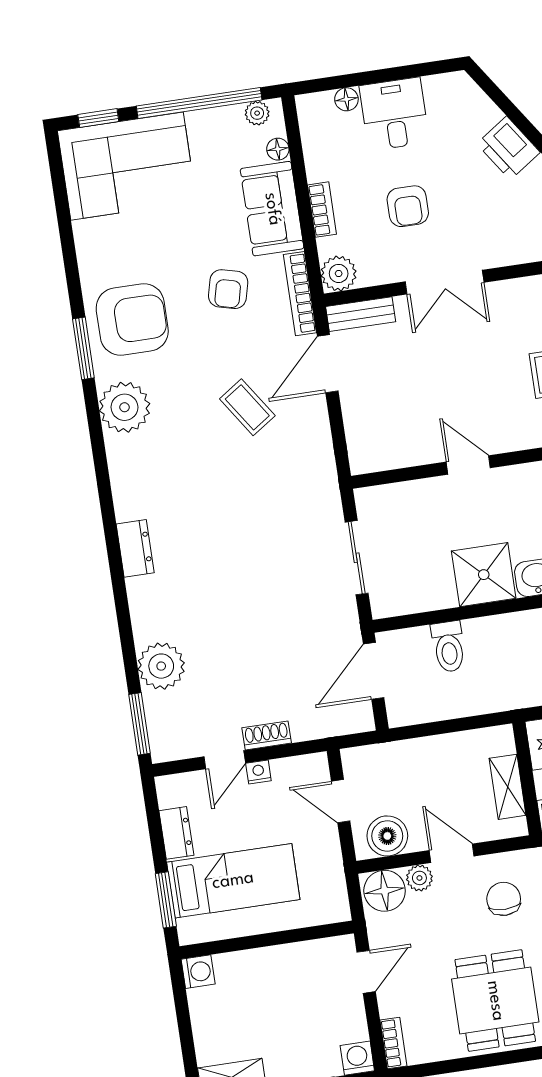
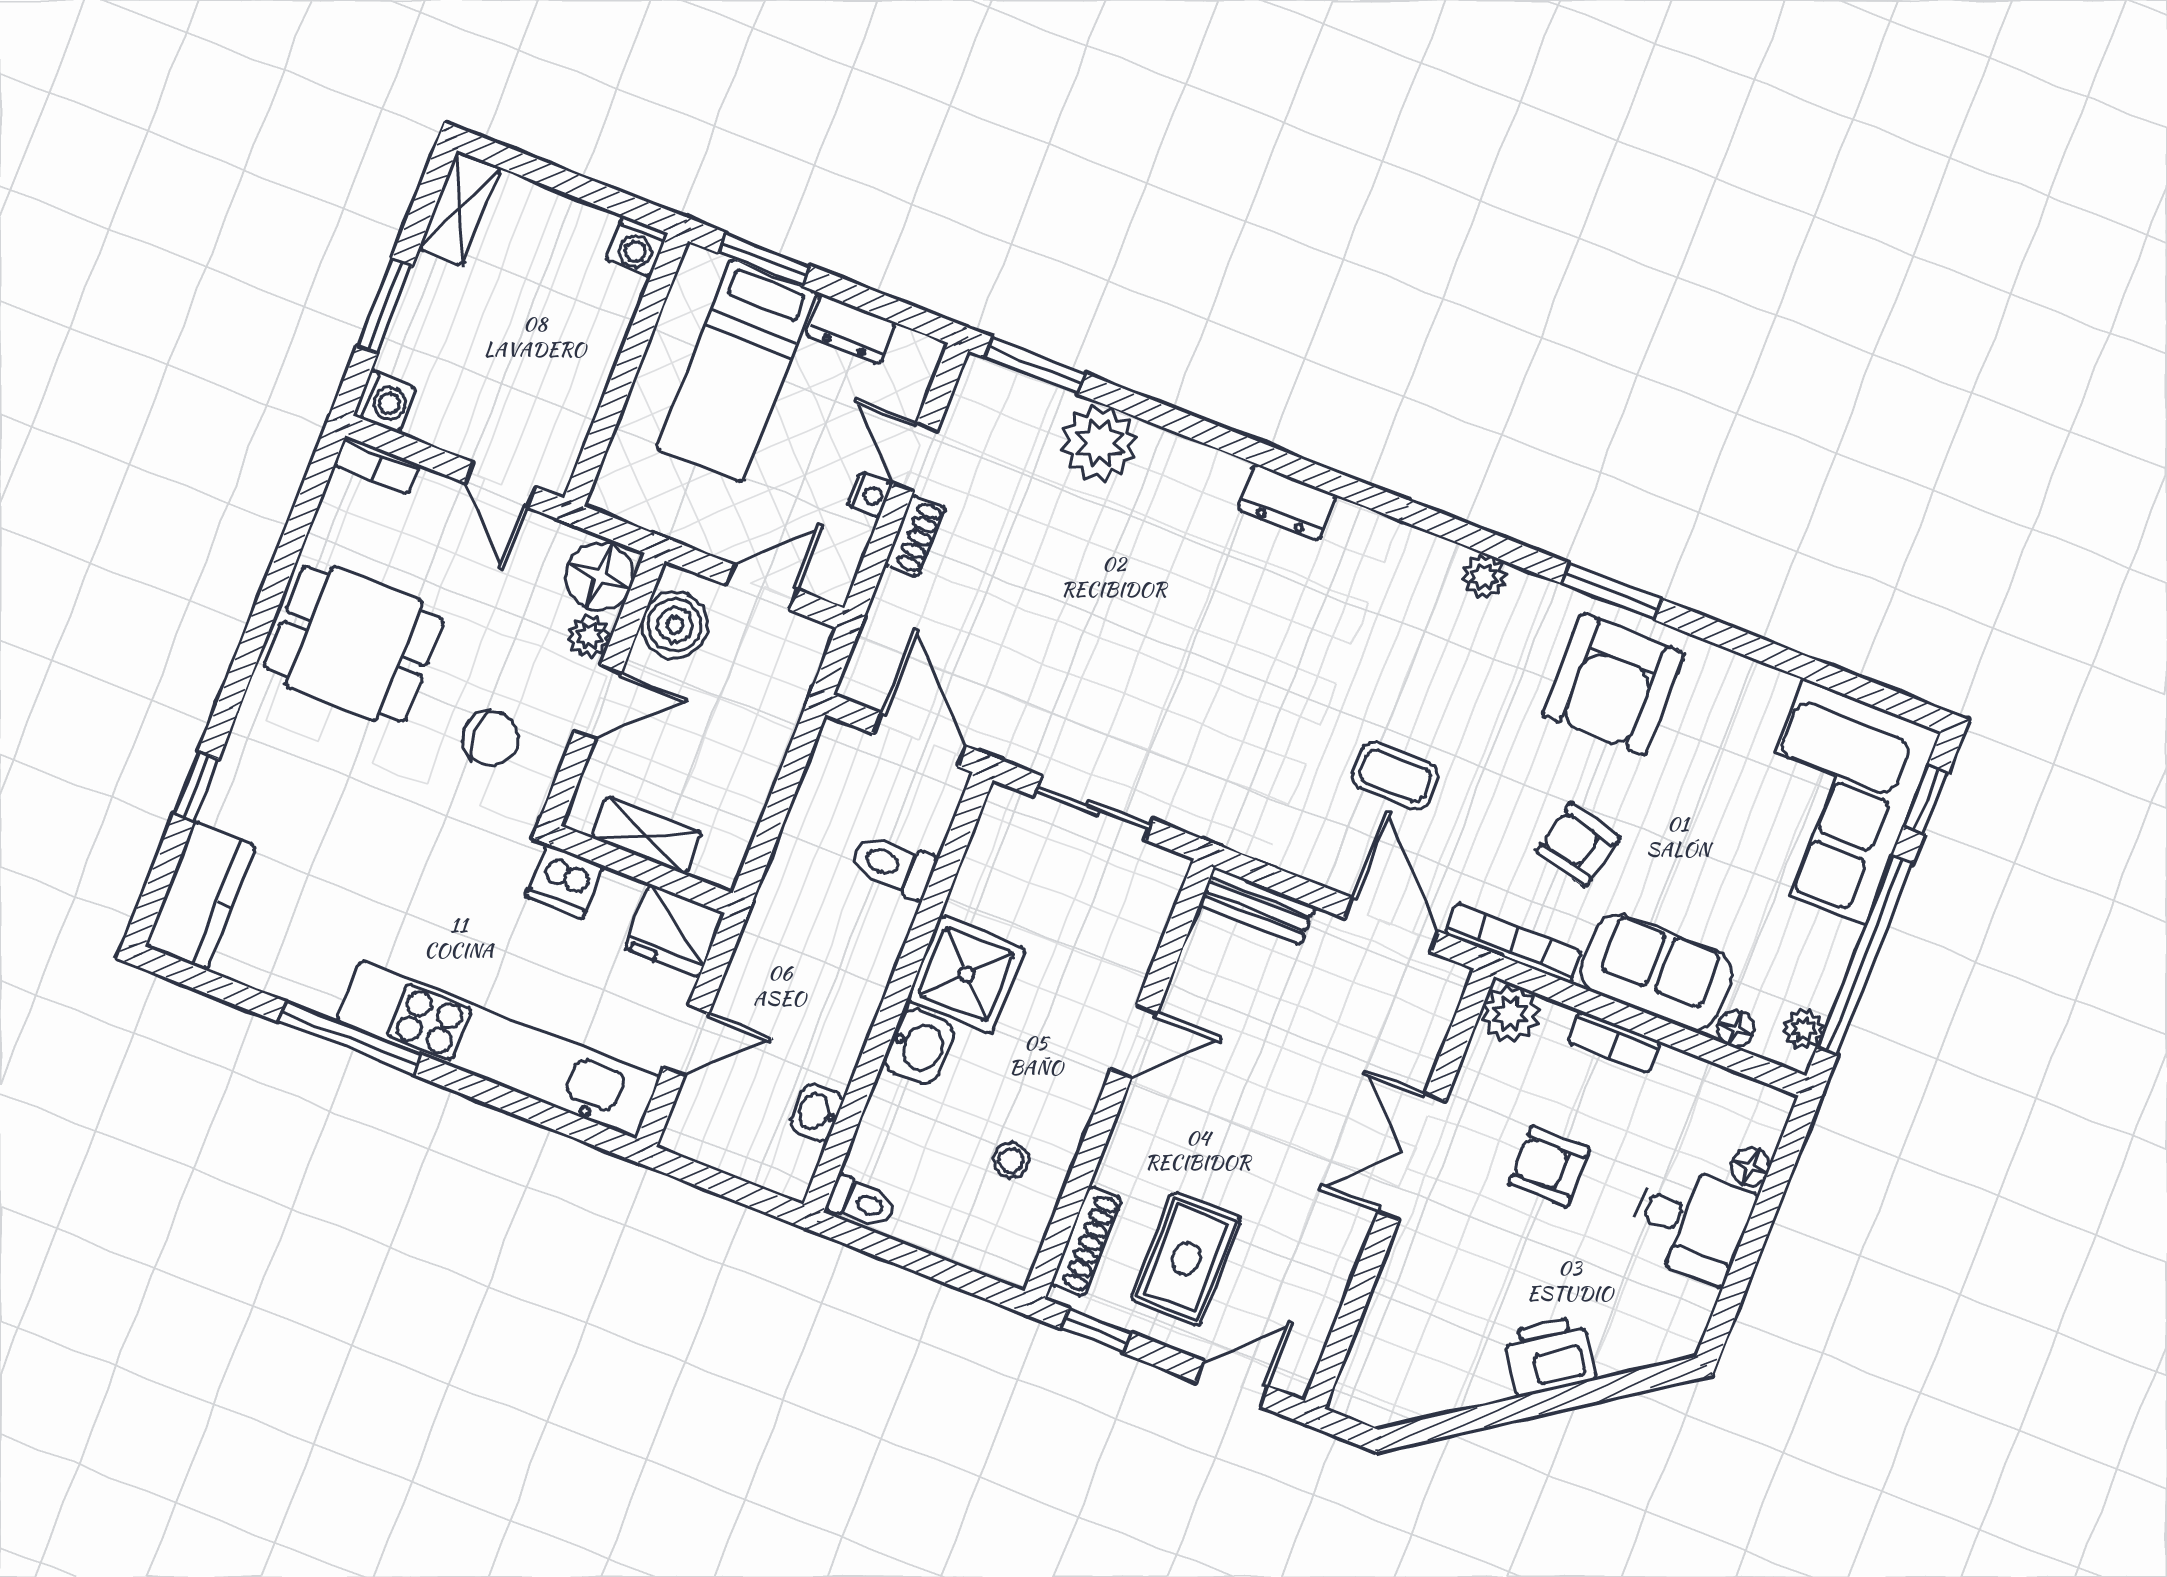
bench: (361, 314) -> (1257, 906), moved, turned 90
plant: (125, 407) -> (1484, 577), width x0.53, depth x0.53
coffee table: (247, 407) -> (1395, 776), turned 34

